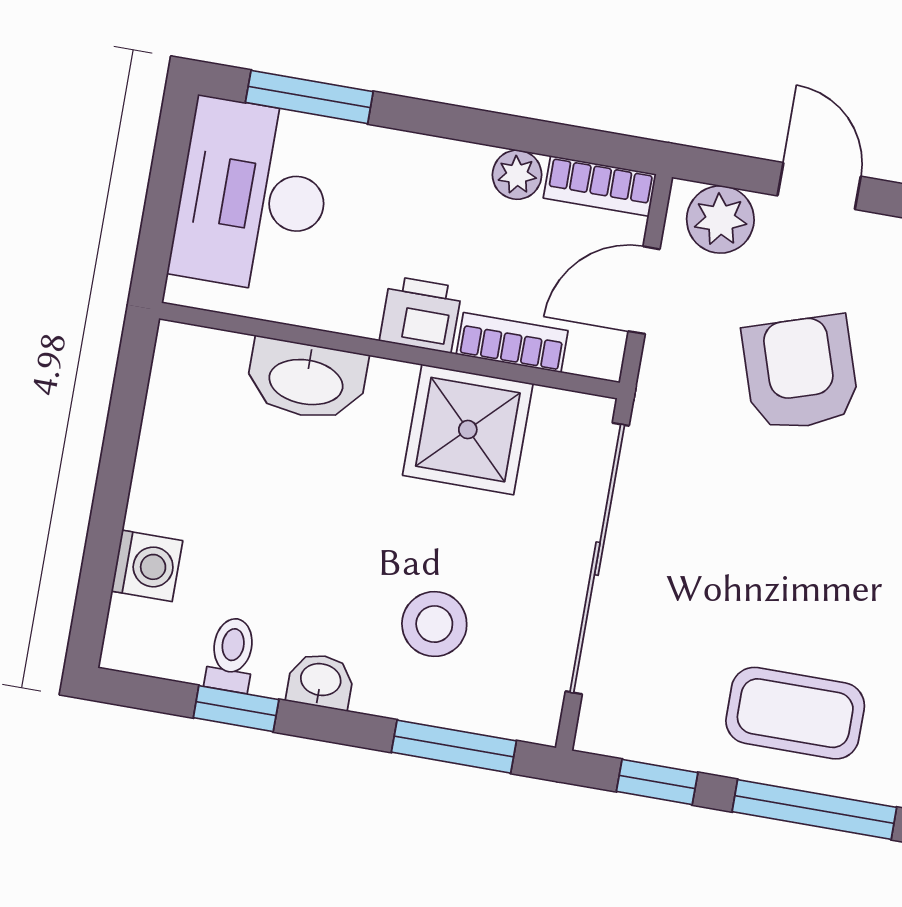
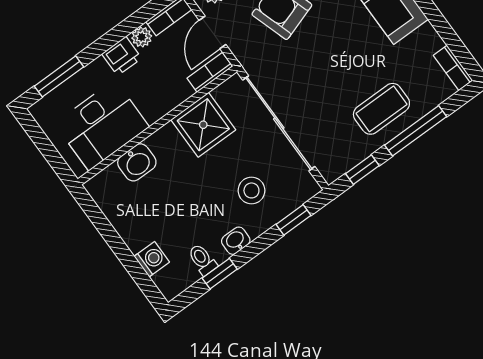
desk: (253, 196) -> (102, 125), moved, turned -90
printer: (421, 314) -> (122, 56), moved, turned 180
bookcase: (512, 343) -> (210, 72), moved
washbasin: (306, 380) -> (137, 162), width x0.72
window: (454, 747) -> (294, 220), width x0.67

